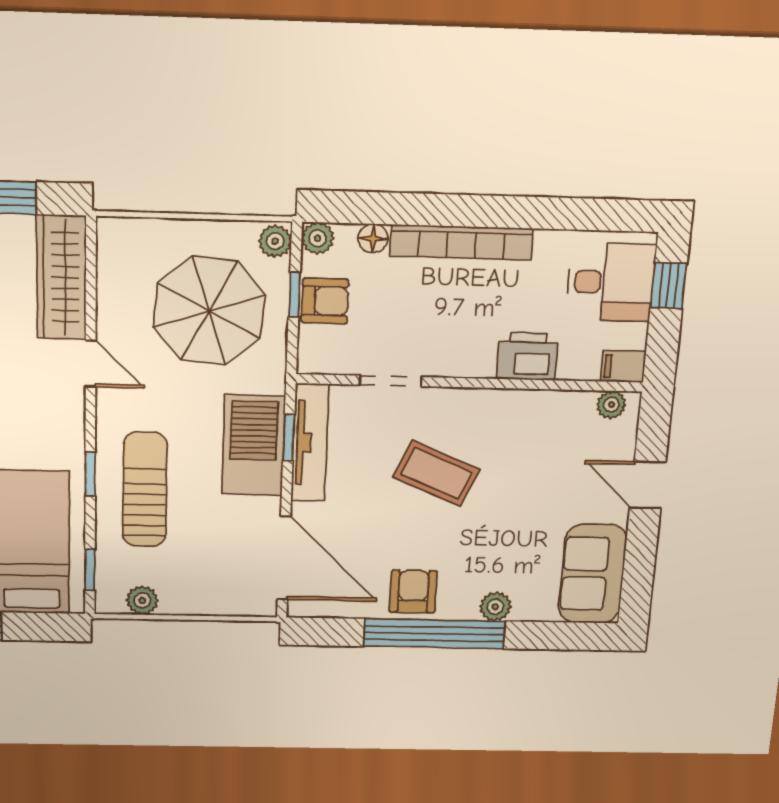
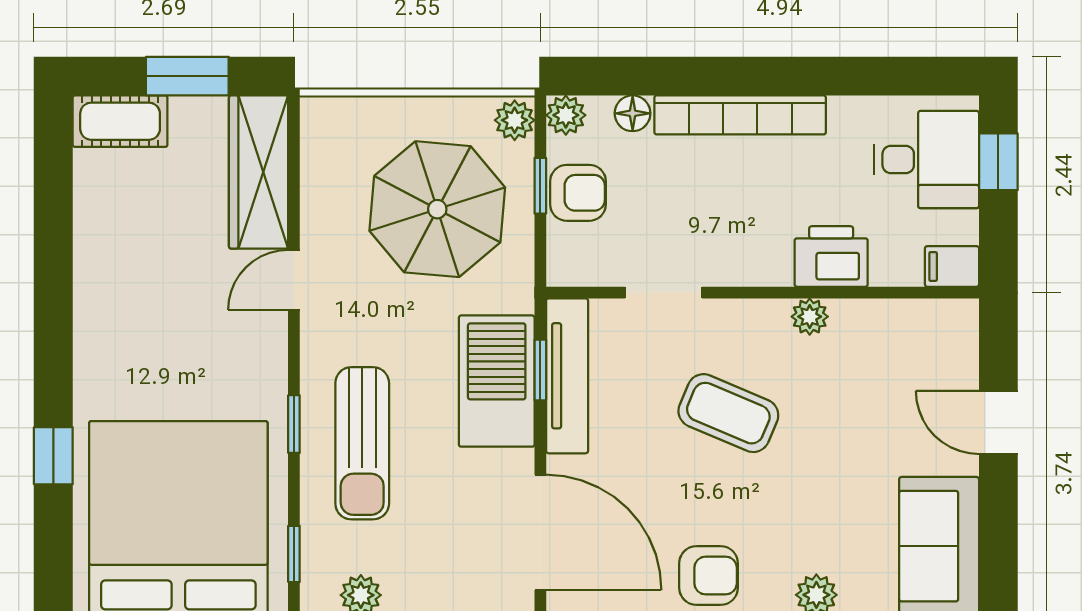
door: (91, 364) -> (294, 280), swing flipped
plant: (611, 405) -> (810, 317), moved
sun lounger: (145, 490) -> (362, 443), turned 180
armchair: (413, 591) -> (709, 575), turned 90

